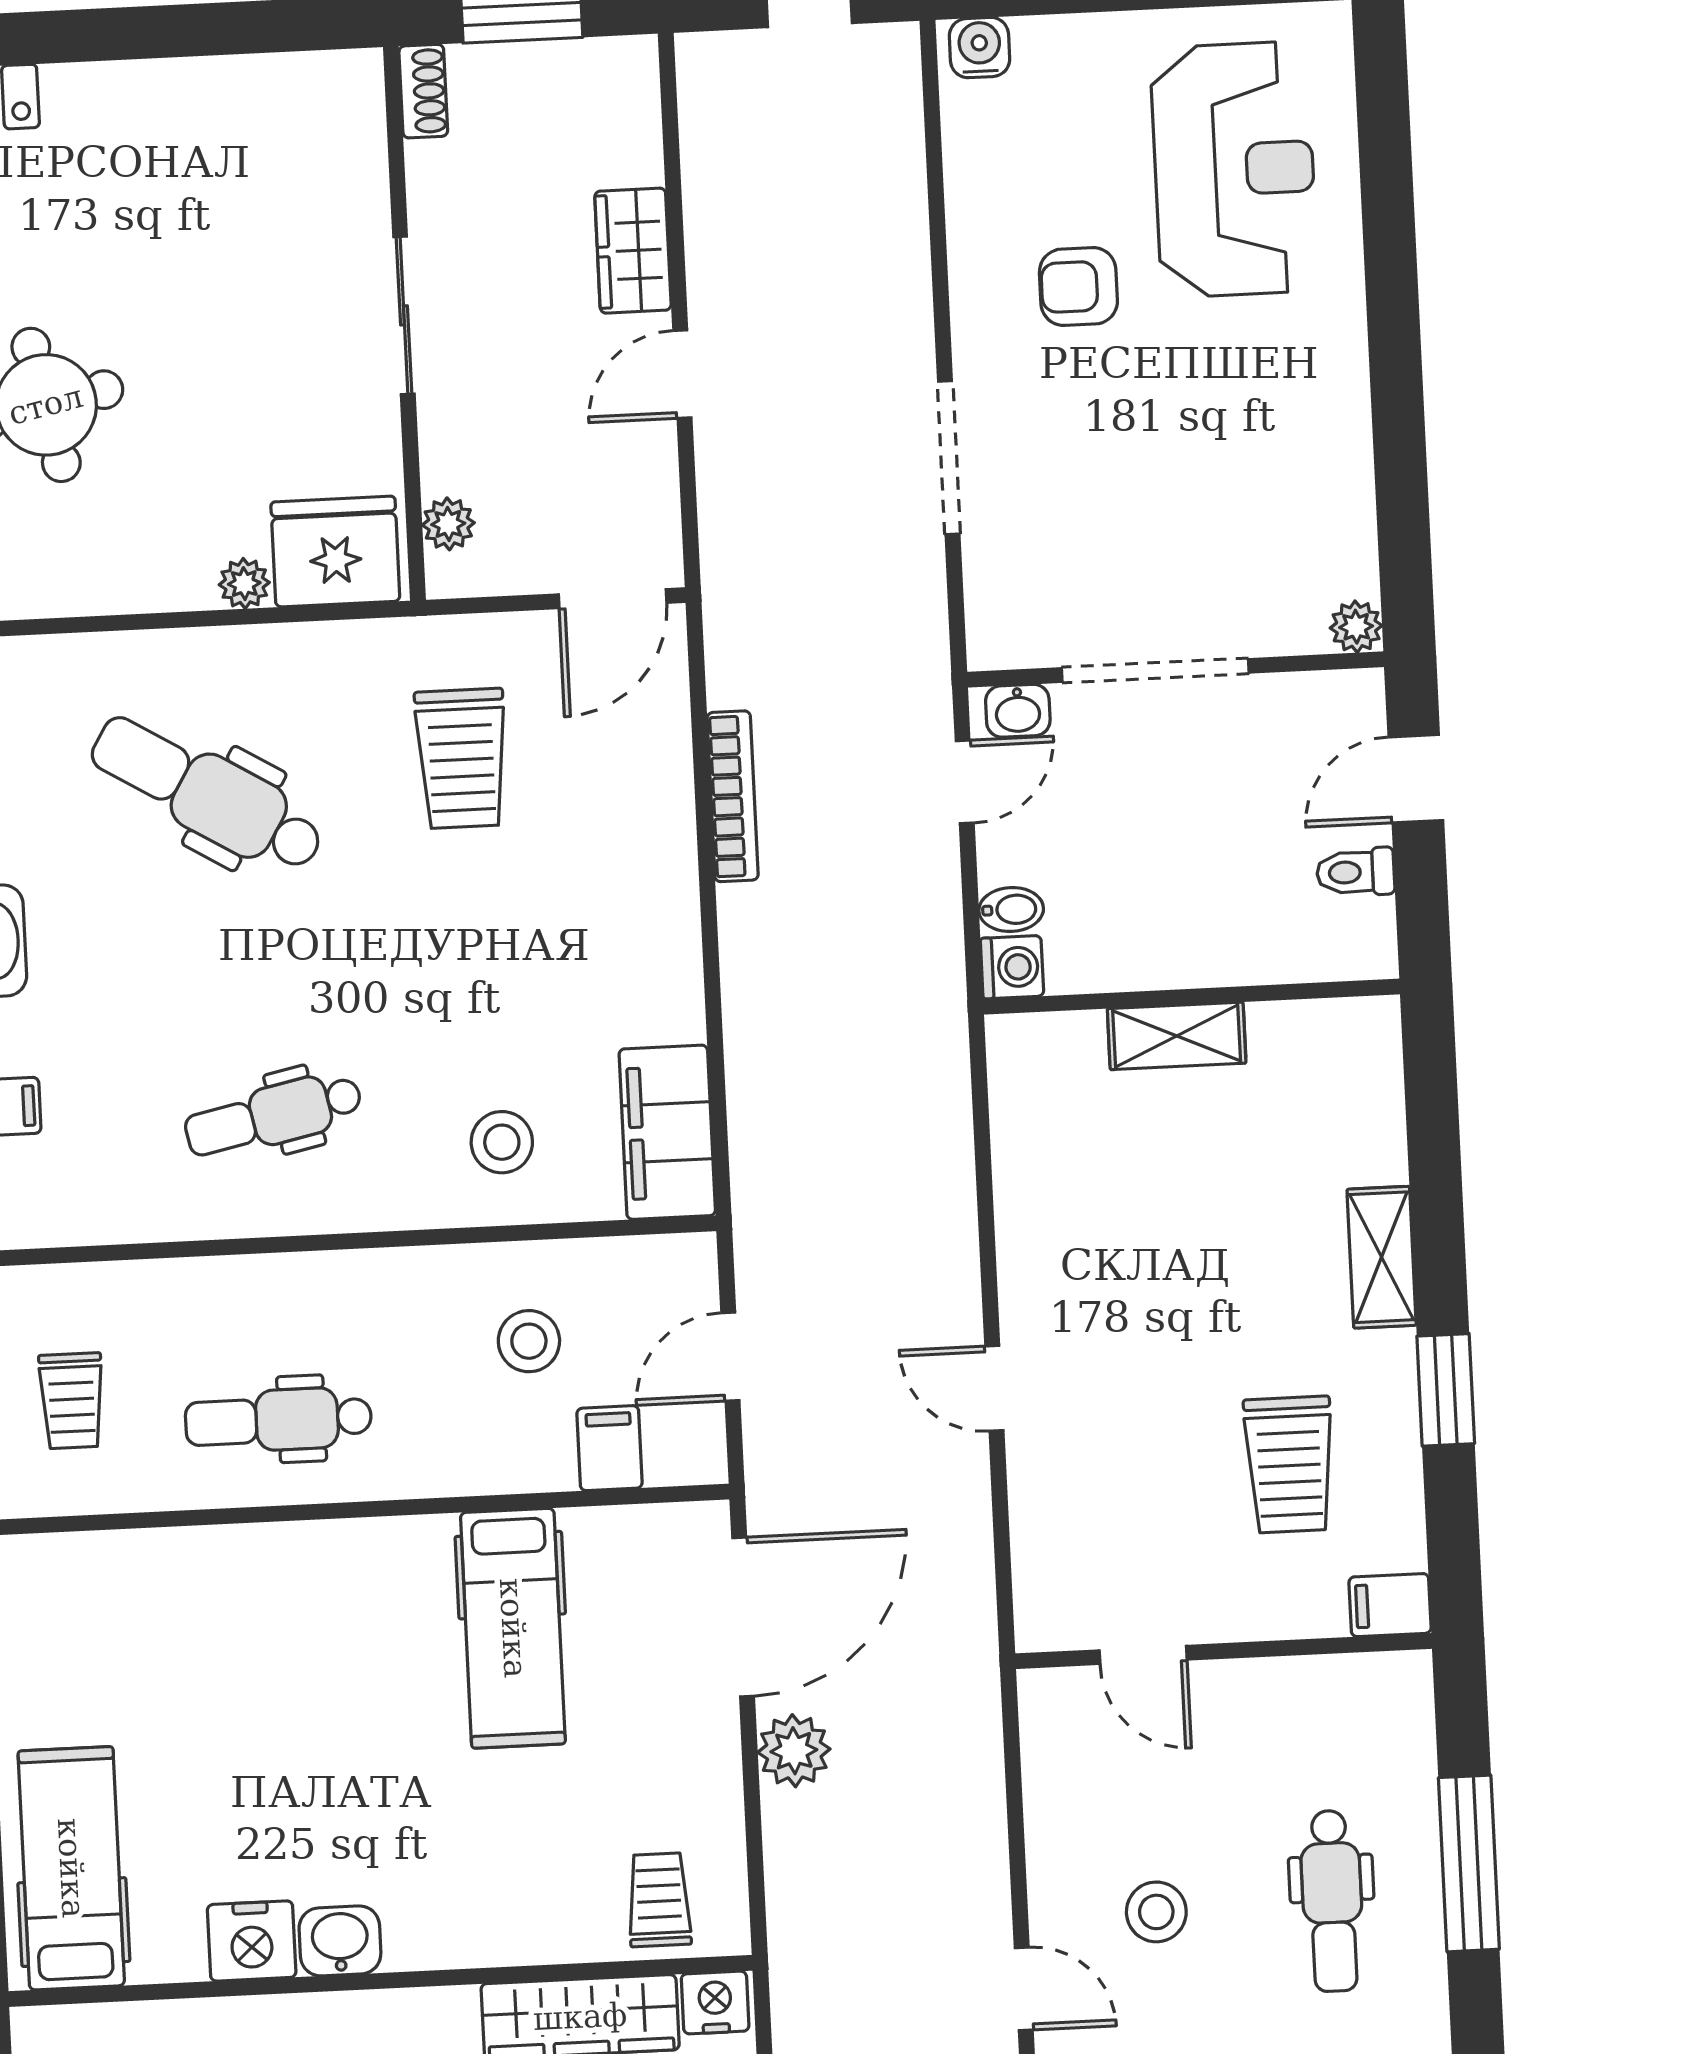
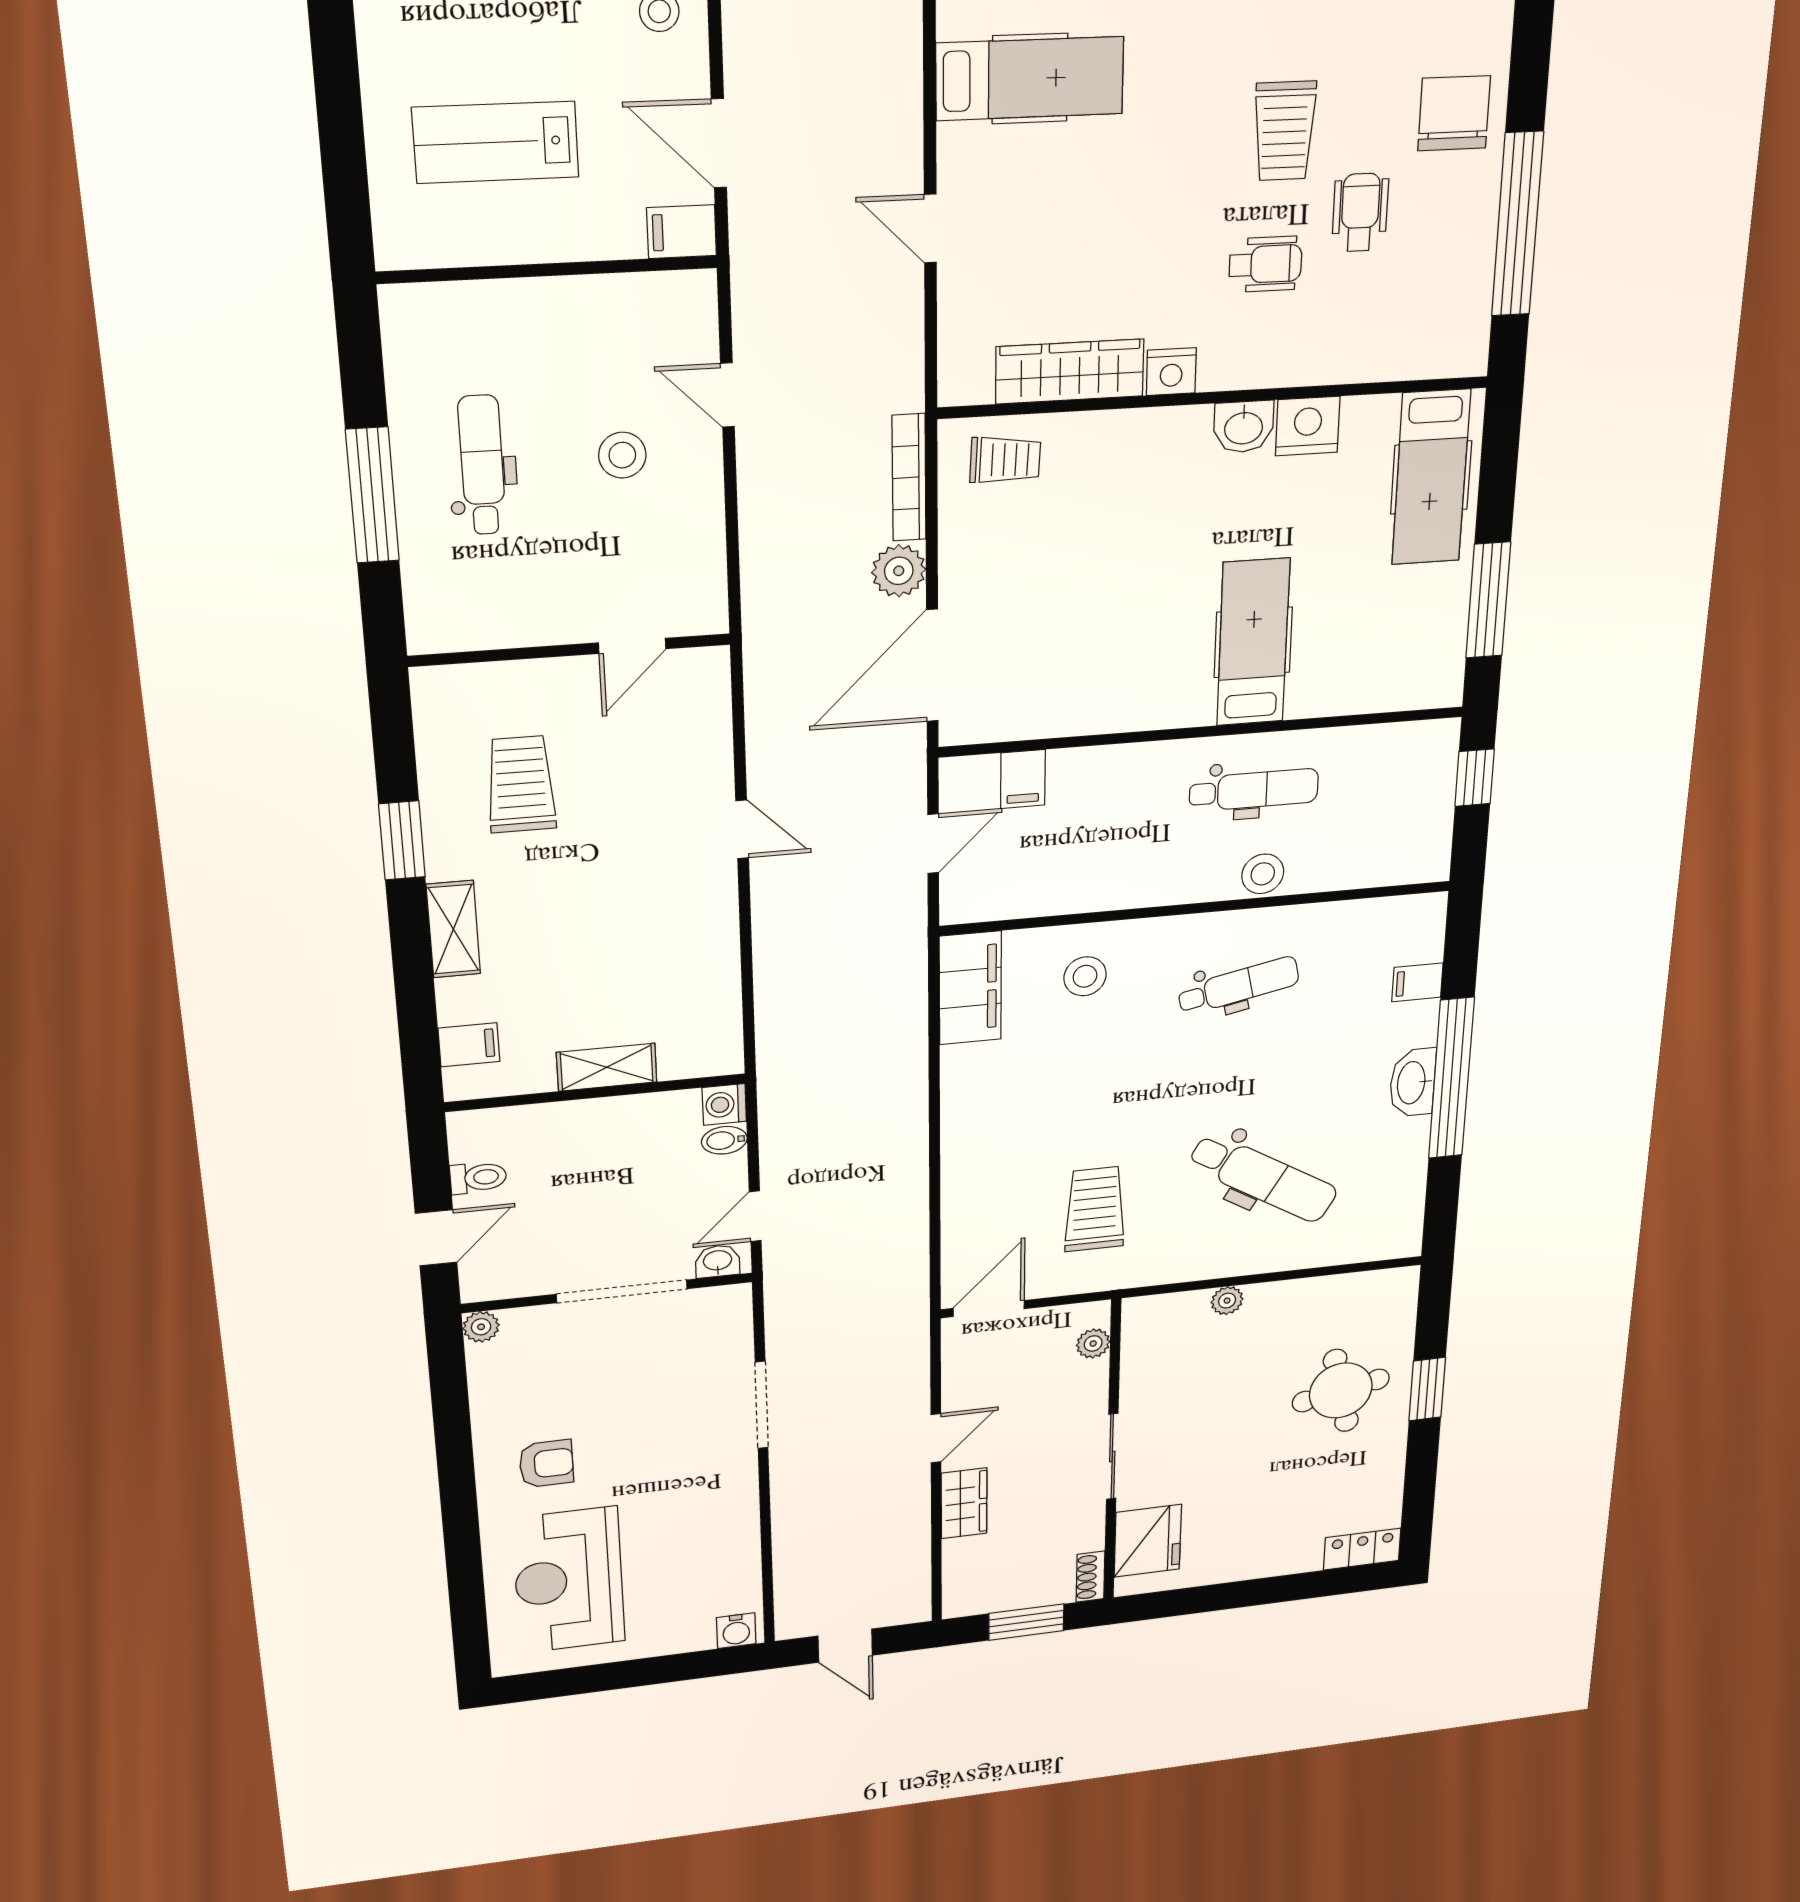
armchair: (1078, 287) -> (546, 1464), moved
fridge: (335, 552) -> (1148, 1541), moved, turned -90
bookcase: (733, 796) -> (909, 478), moved
stool: (529, 1341) -> (1263, 874), moved
trolley: (72, 1401) -> (1394, 798), removed
filing cabinet: (1390, 1605) -> (469, 1045), moved
hospital bed: (513, 1628) -> (1253, 642), moved
door: (1143, 1655) -> (632, 646), swing flipped
trolley: (659, 1900) -> (1005, 460), turned -87
nightstand: (715, 2002) -> (1171, 372), moved

